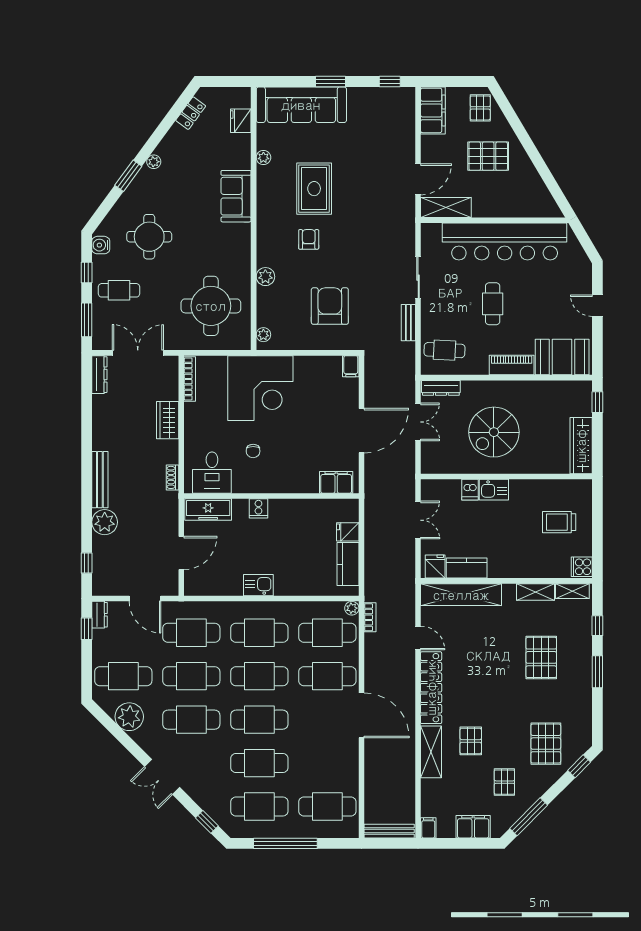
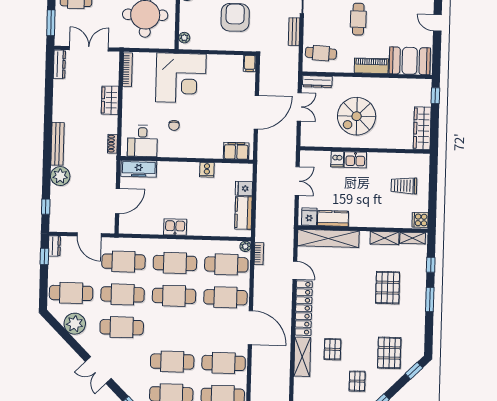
cooker: (258, 508) -> (207, 170), moved
cafe table: (259, 720) -> (224, 363), moved

